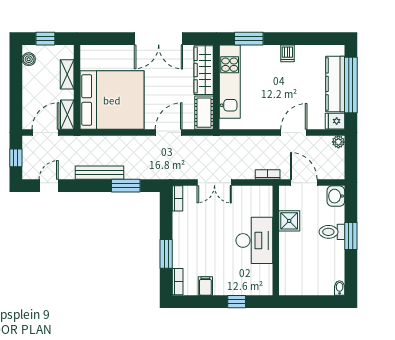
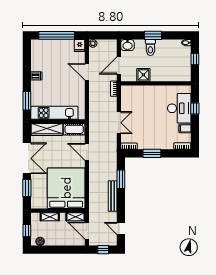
window: (112, 39) -> (27, 188), added
kitchen counter: (335, 84) -> (56, 45), removed
desk: (254, 240) -> (179, 108), moved, turned 90
window: (166, 254) -> (152, 153), moved
window: (314, 302) -> (195, 59), added

